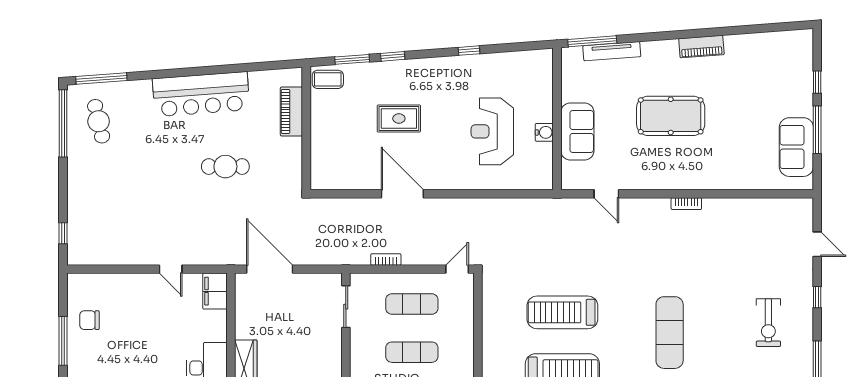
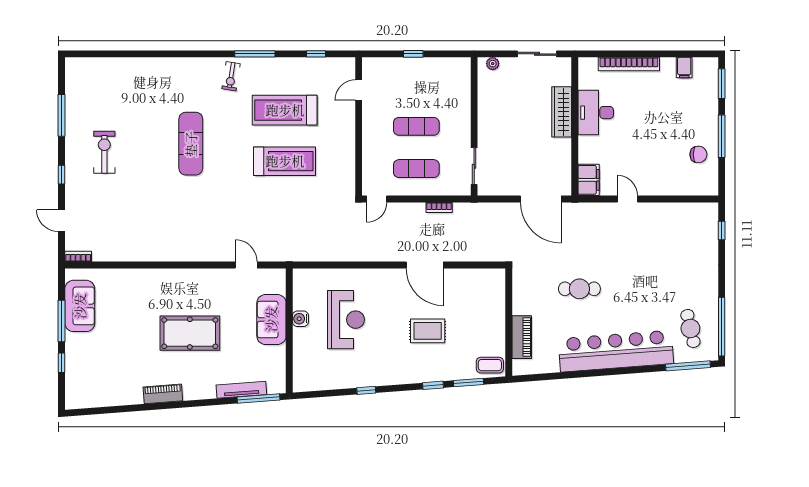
bar counter: (201, 94) -> (616, 351), width x1.36
bookcase: (686, 204) -> (78, 256), moved

